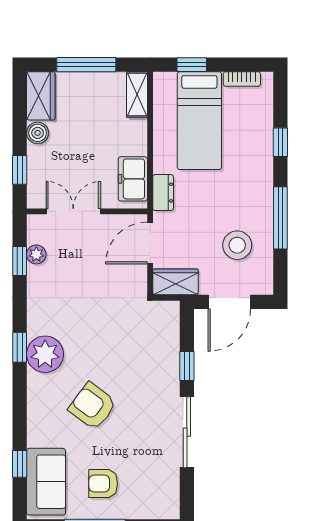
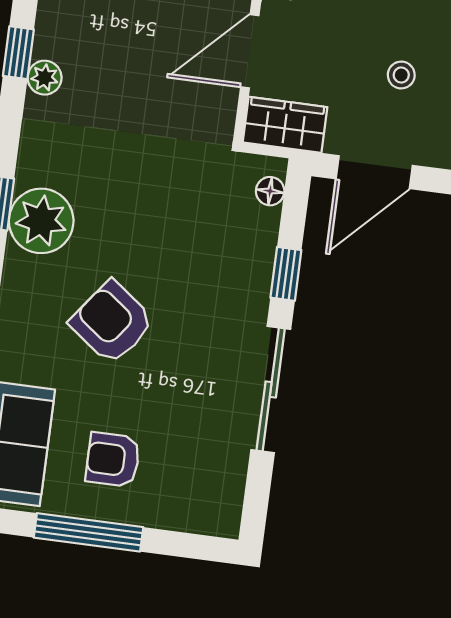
stool: (237, 245) -> (401, 75), width x0.53, depth x0.53
plant: (36, 254) -> (45, 78), moved
floor lamp: (172, 320) -> (270, 191), added

